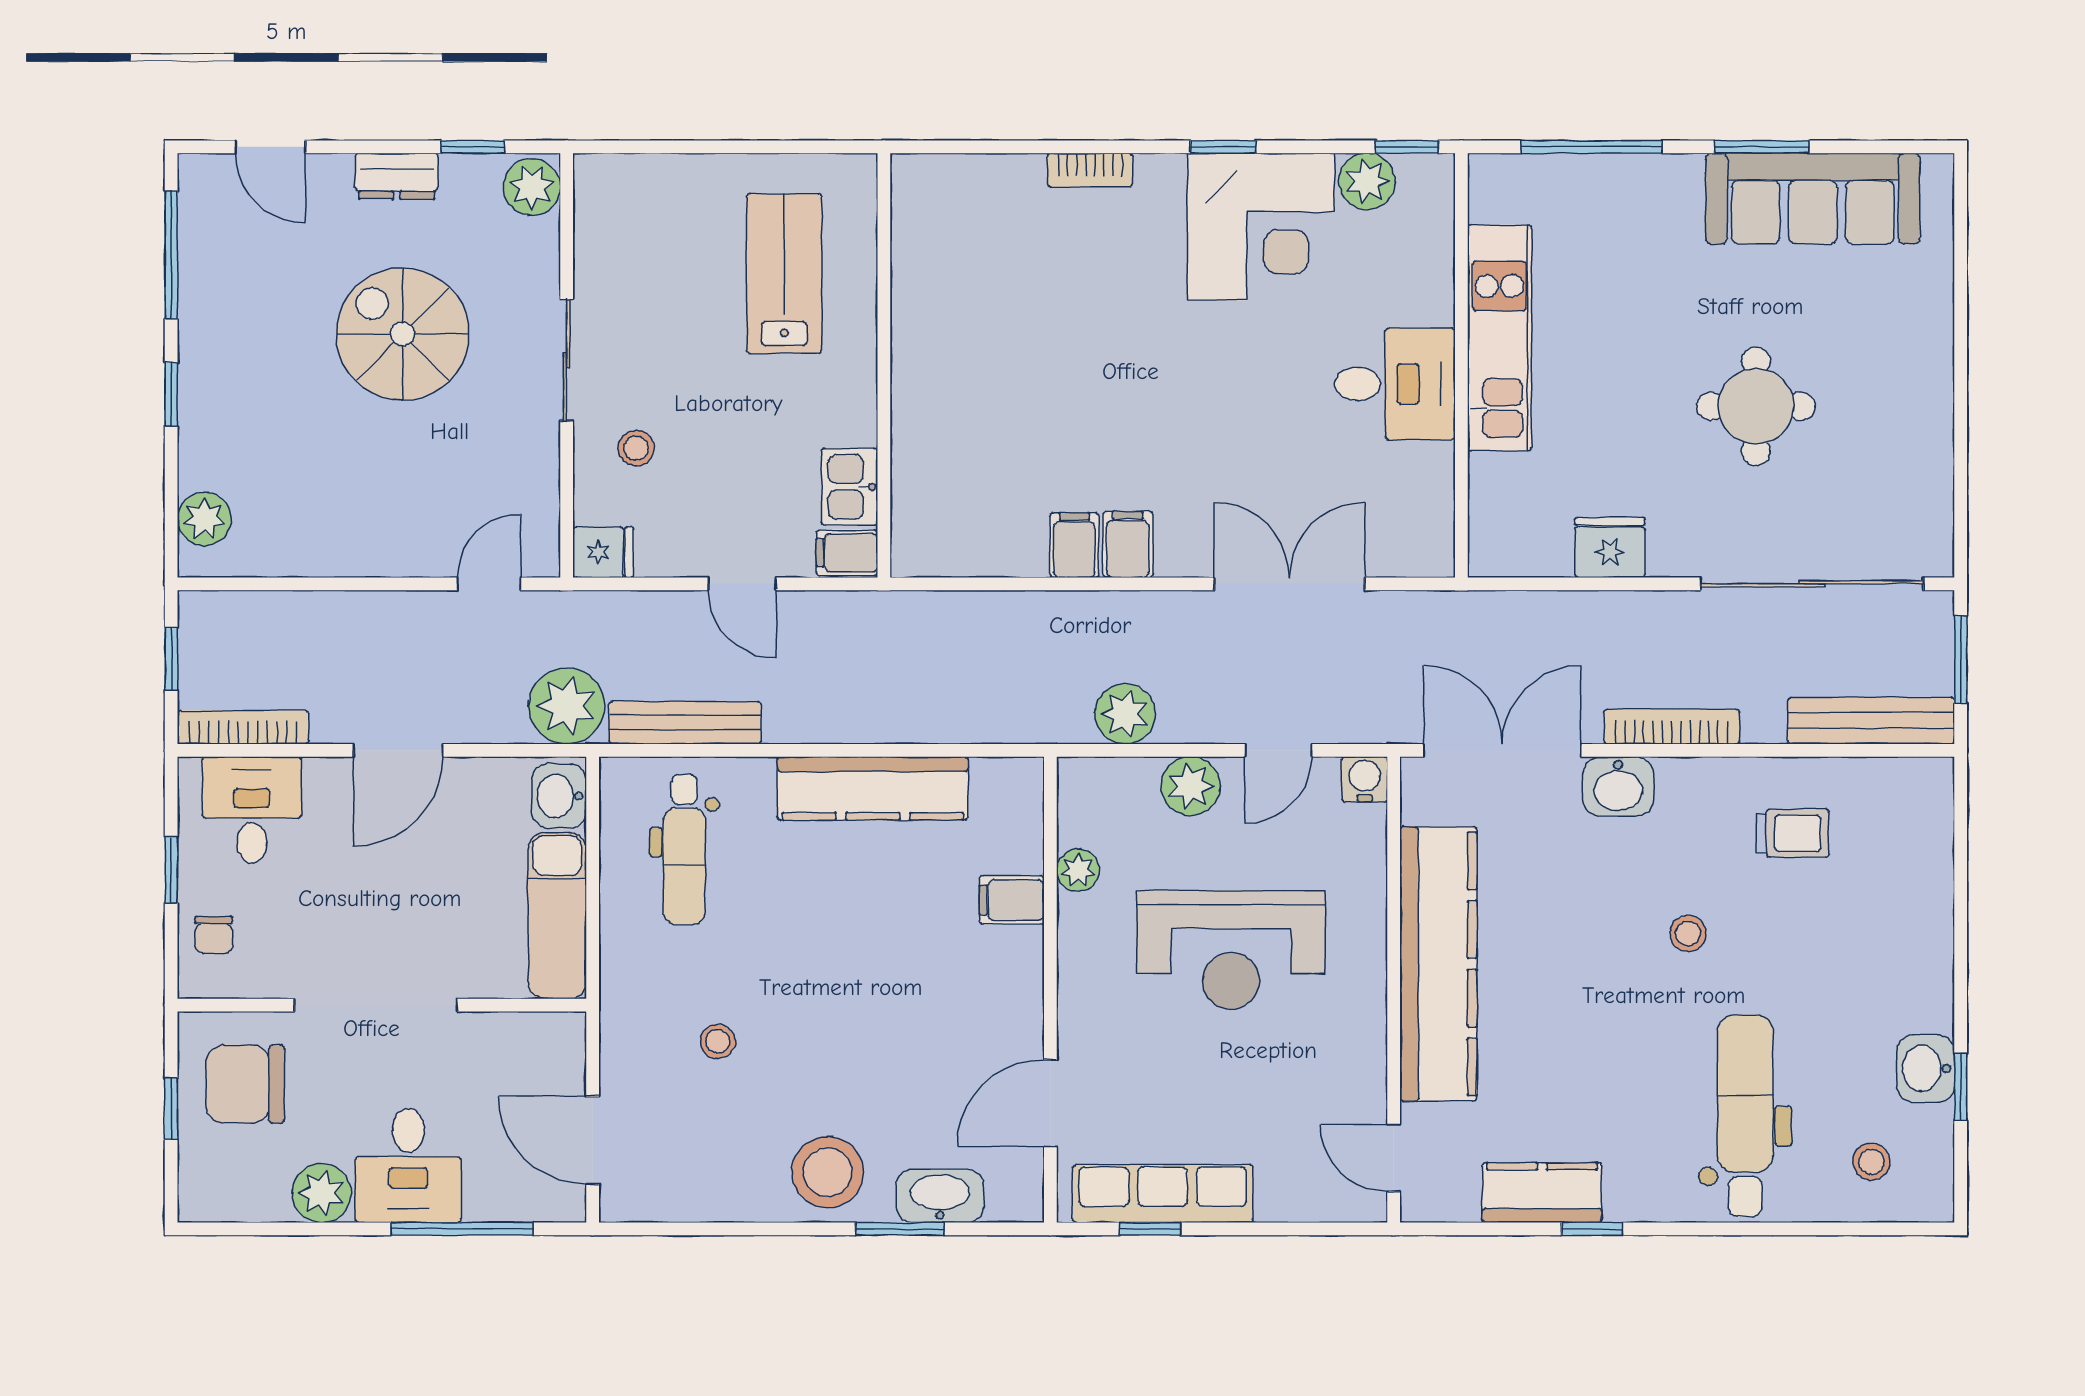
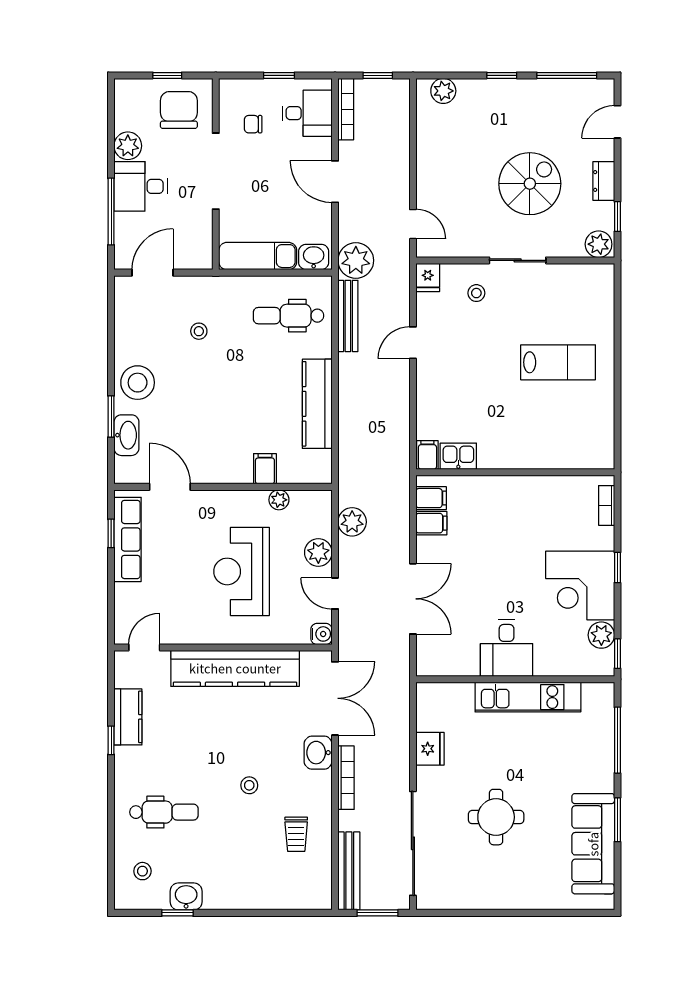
wall: (884, 365) -> (515, 472), moved
kitchen sink: (850, 487) -> (458, 456), moved
filing cabinet: (847, 553) -> (427, 455), moved
chair: (214, 935) -> (253, 124), moved
dental chair: (1745, 1116) -> (164, 812), width x0.73, depth x0.72

